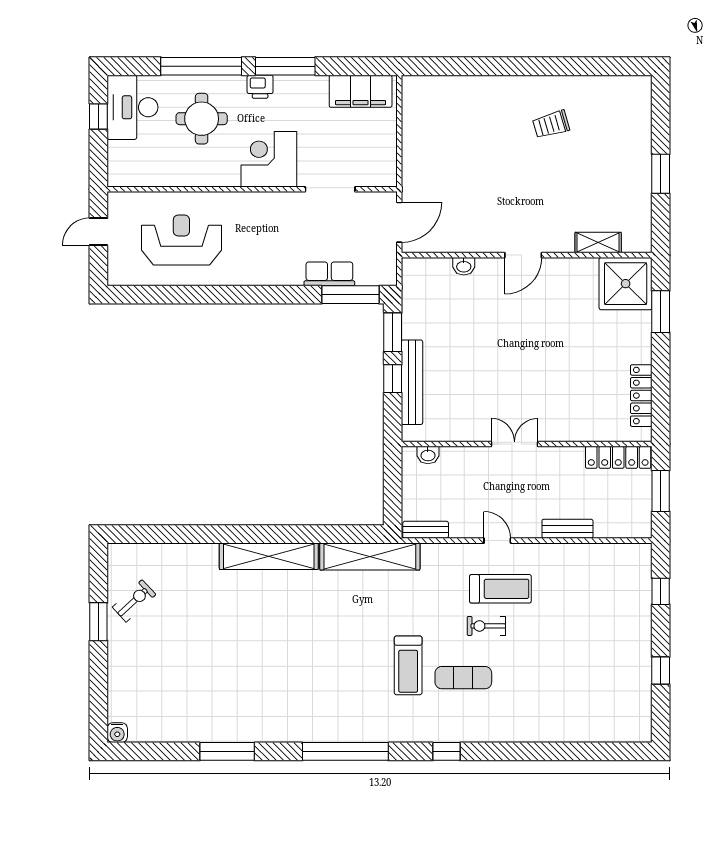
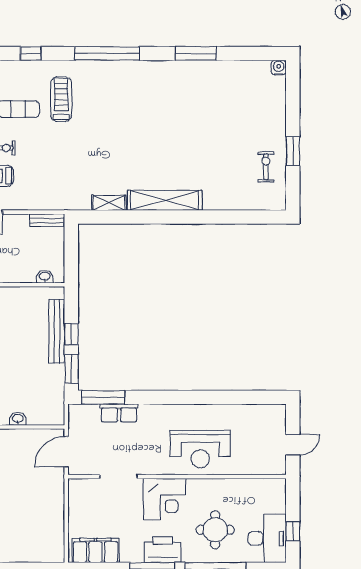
printer: (260, 87) -> (163, 550), width x1.87, depth x1.48
reception desk: (181, 240) -> (200, 449), moved
shelving: (370, 556) -> (109, 203), width x0.45, depth x0.75
exercise bike: (134, 601) -> (266, 167), turned 133
treadmill: (408, 665) -> (61, 99), moved

